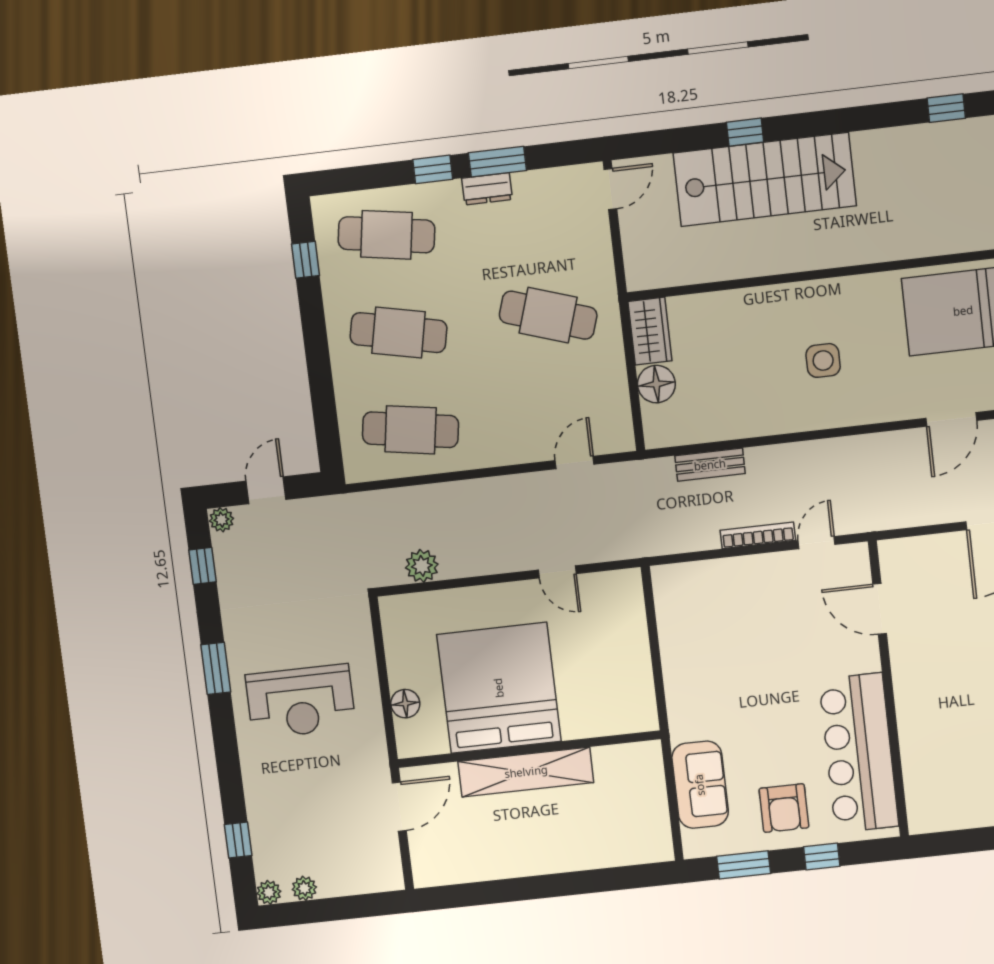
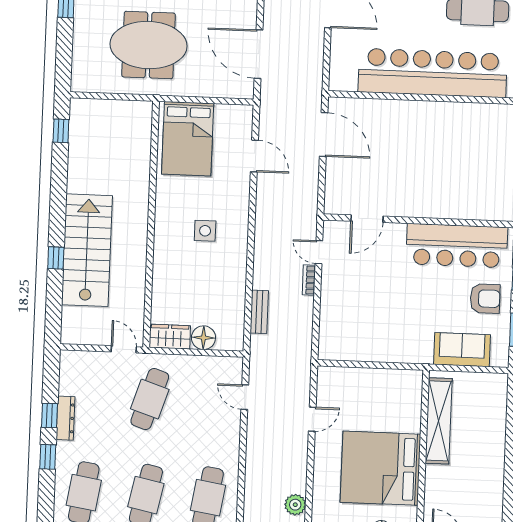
window: (497, 162) -> (49, 416), width x0.67
dresser: (487, 189) -> (66, 418), width x1.44
door: (610, 189) -> (124, 349), moved
bookcase: (758, 535) -> (309, 280), width x0.64
shelving: (526, 772) -> (439, 421), moved

